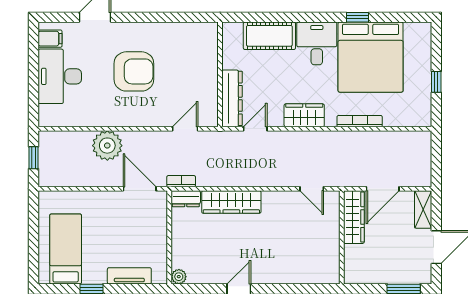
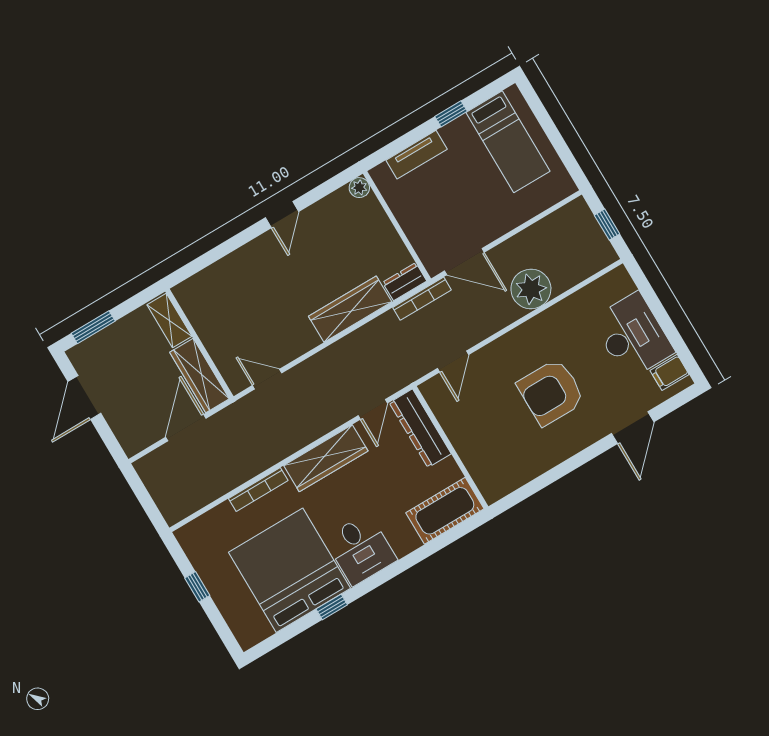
cot: (269, 36) -> (445, 511), moved
wardrobe: (304, 115) -> (326, 458), width x1.50
bookcase: (181, 181) -> (422, 299), width x1.56
shelving: (423, 209) -> (169, 321), moved

